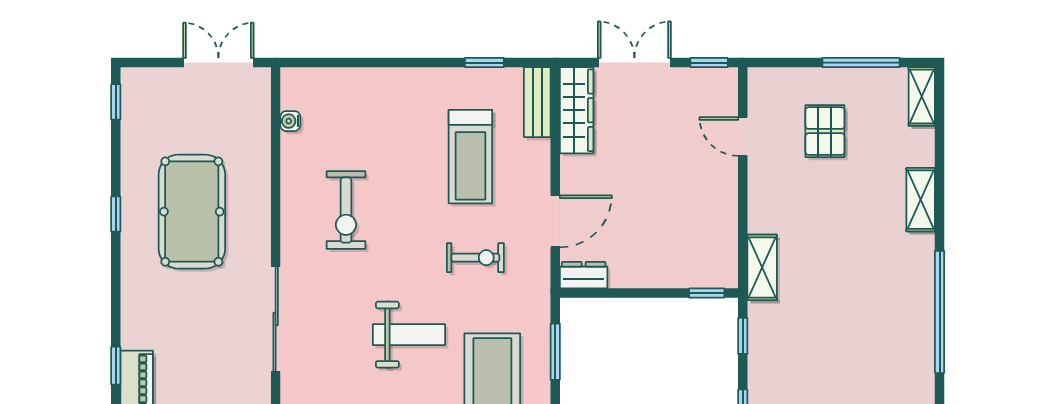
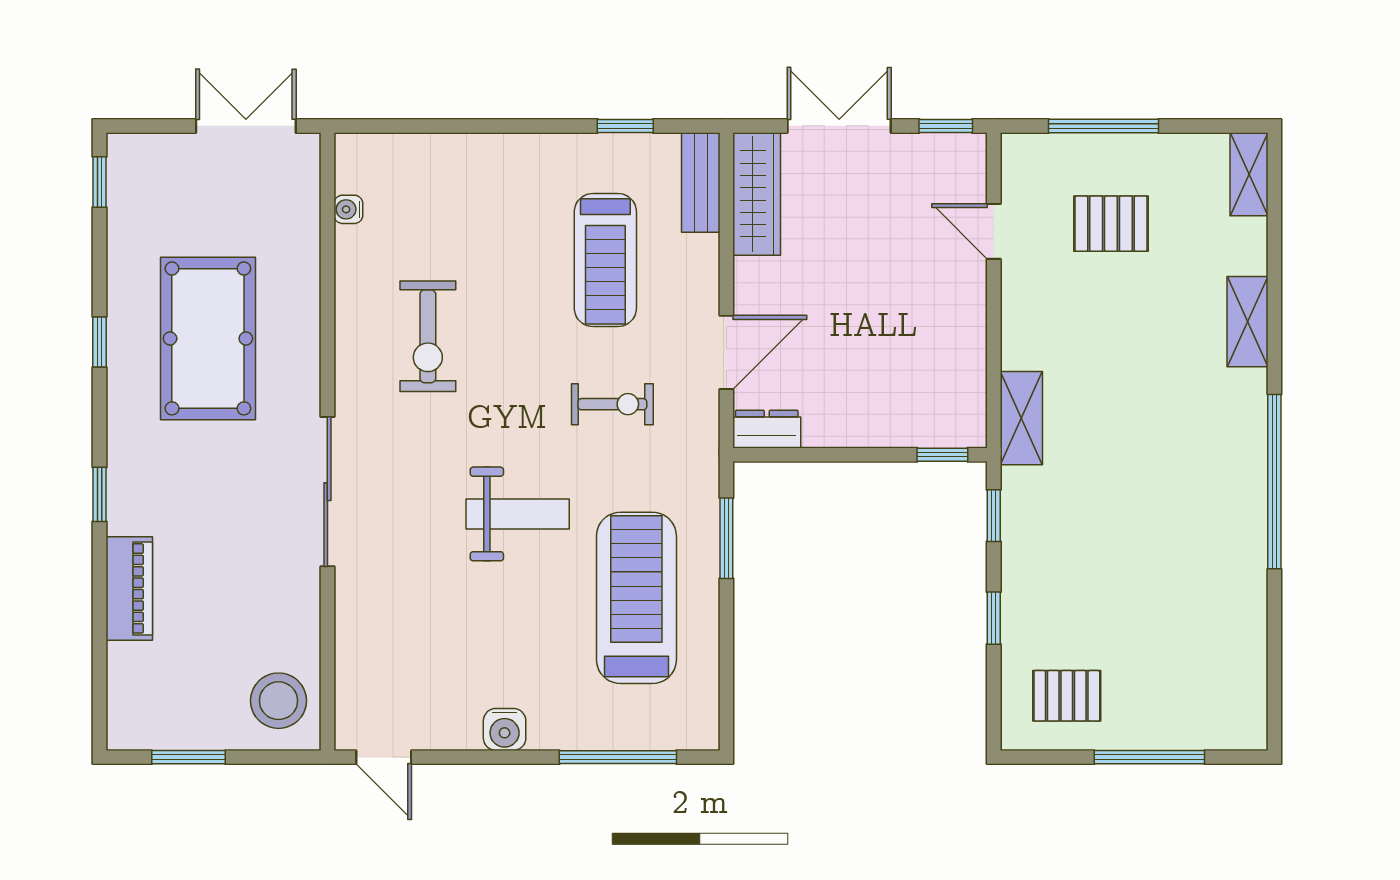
window: (861, 63) -> (1103, 126), moved
pallet: (825, 131) -> (1111, 224), turned 90
window: (116, 366) -> (100, 494), moved

